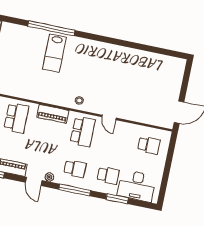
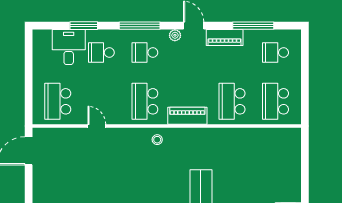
door: (109, 117) -> (97, 126), moved
school desk: (149, 145) -> (58, 101), width x1.85
desk: (137, 186) -> (69, 47), width x0.73

